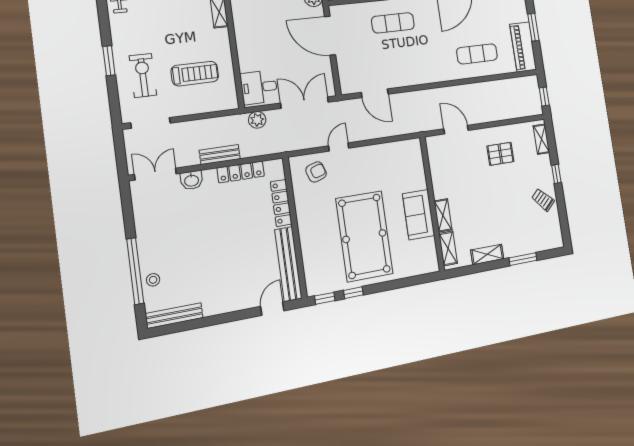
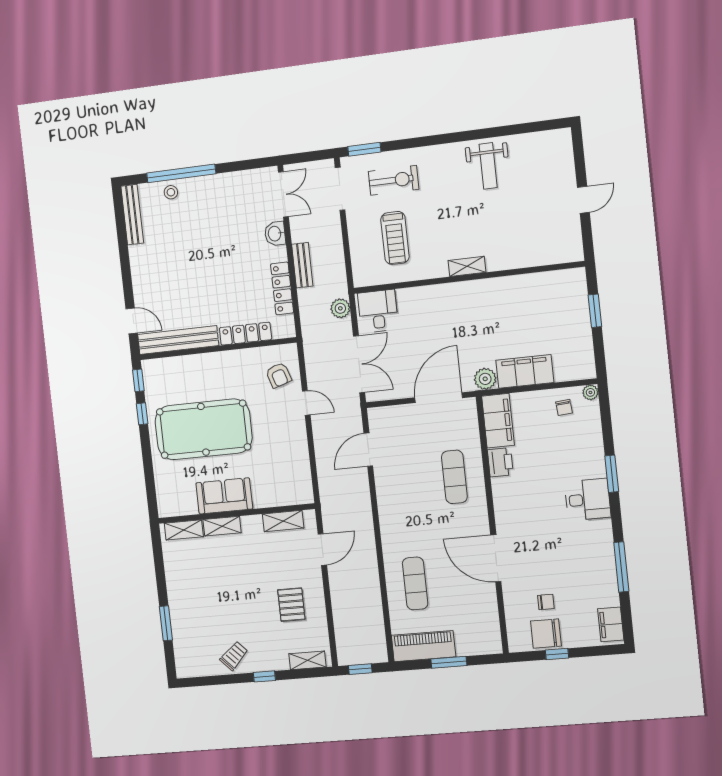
window: (109, 61) -> (364, 149), moved
shelving: (487, 254) -> (283, 521), moved, turned 90

